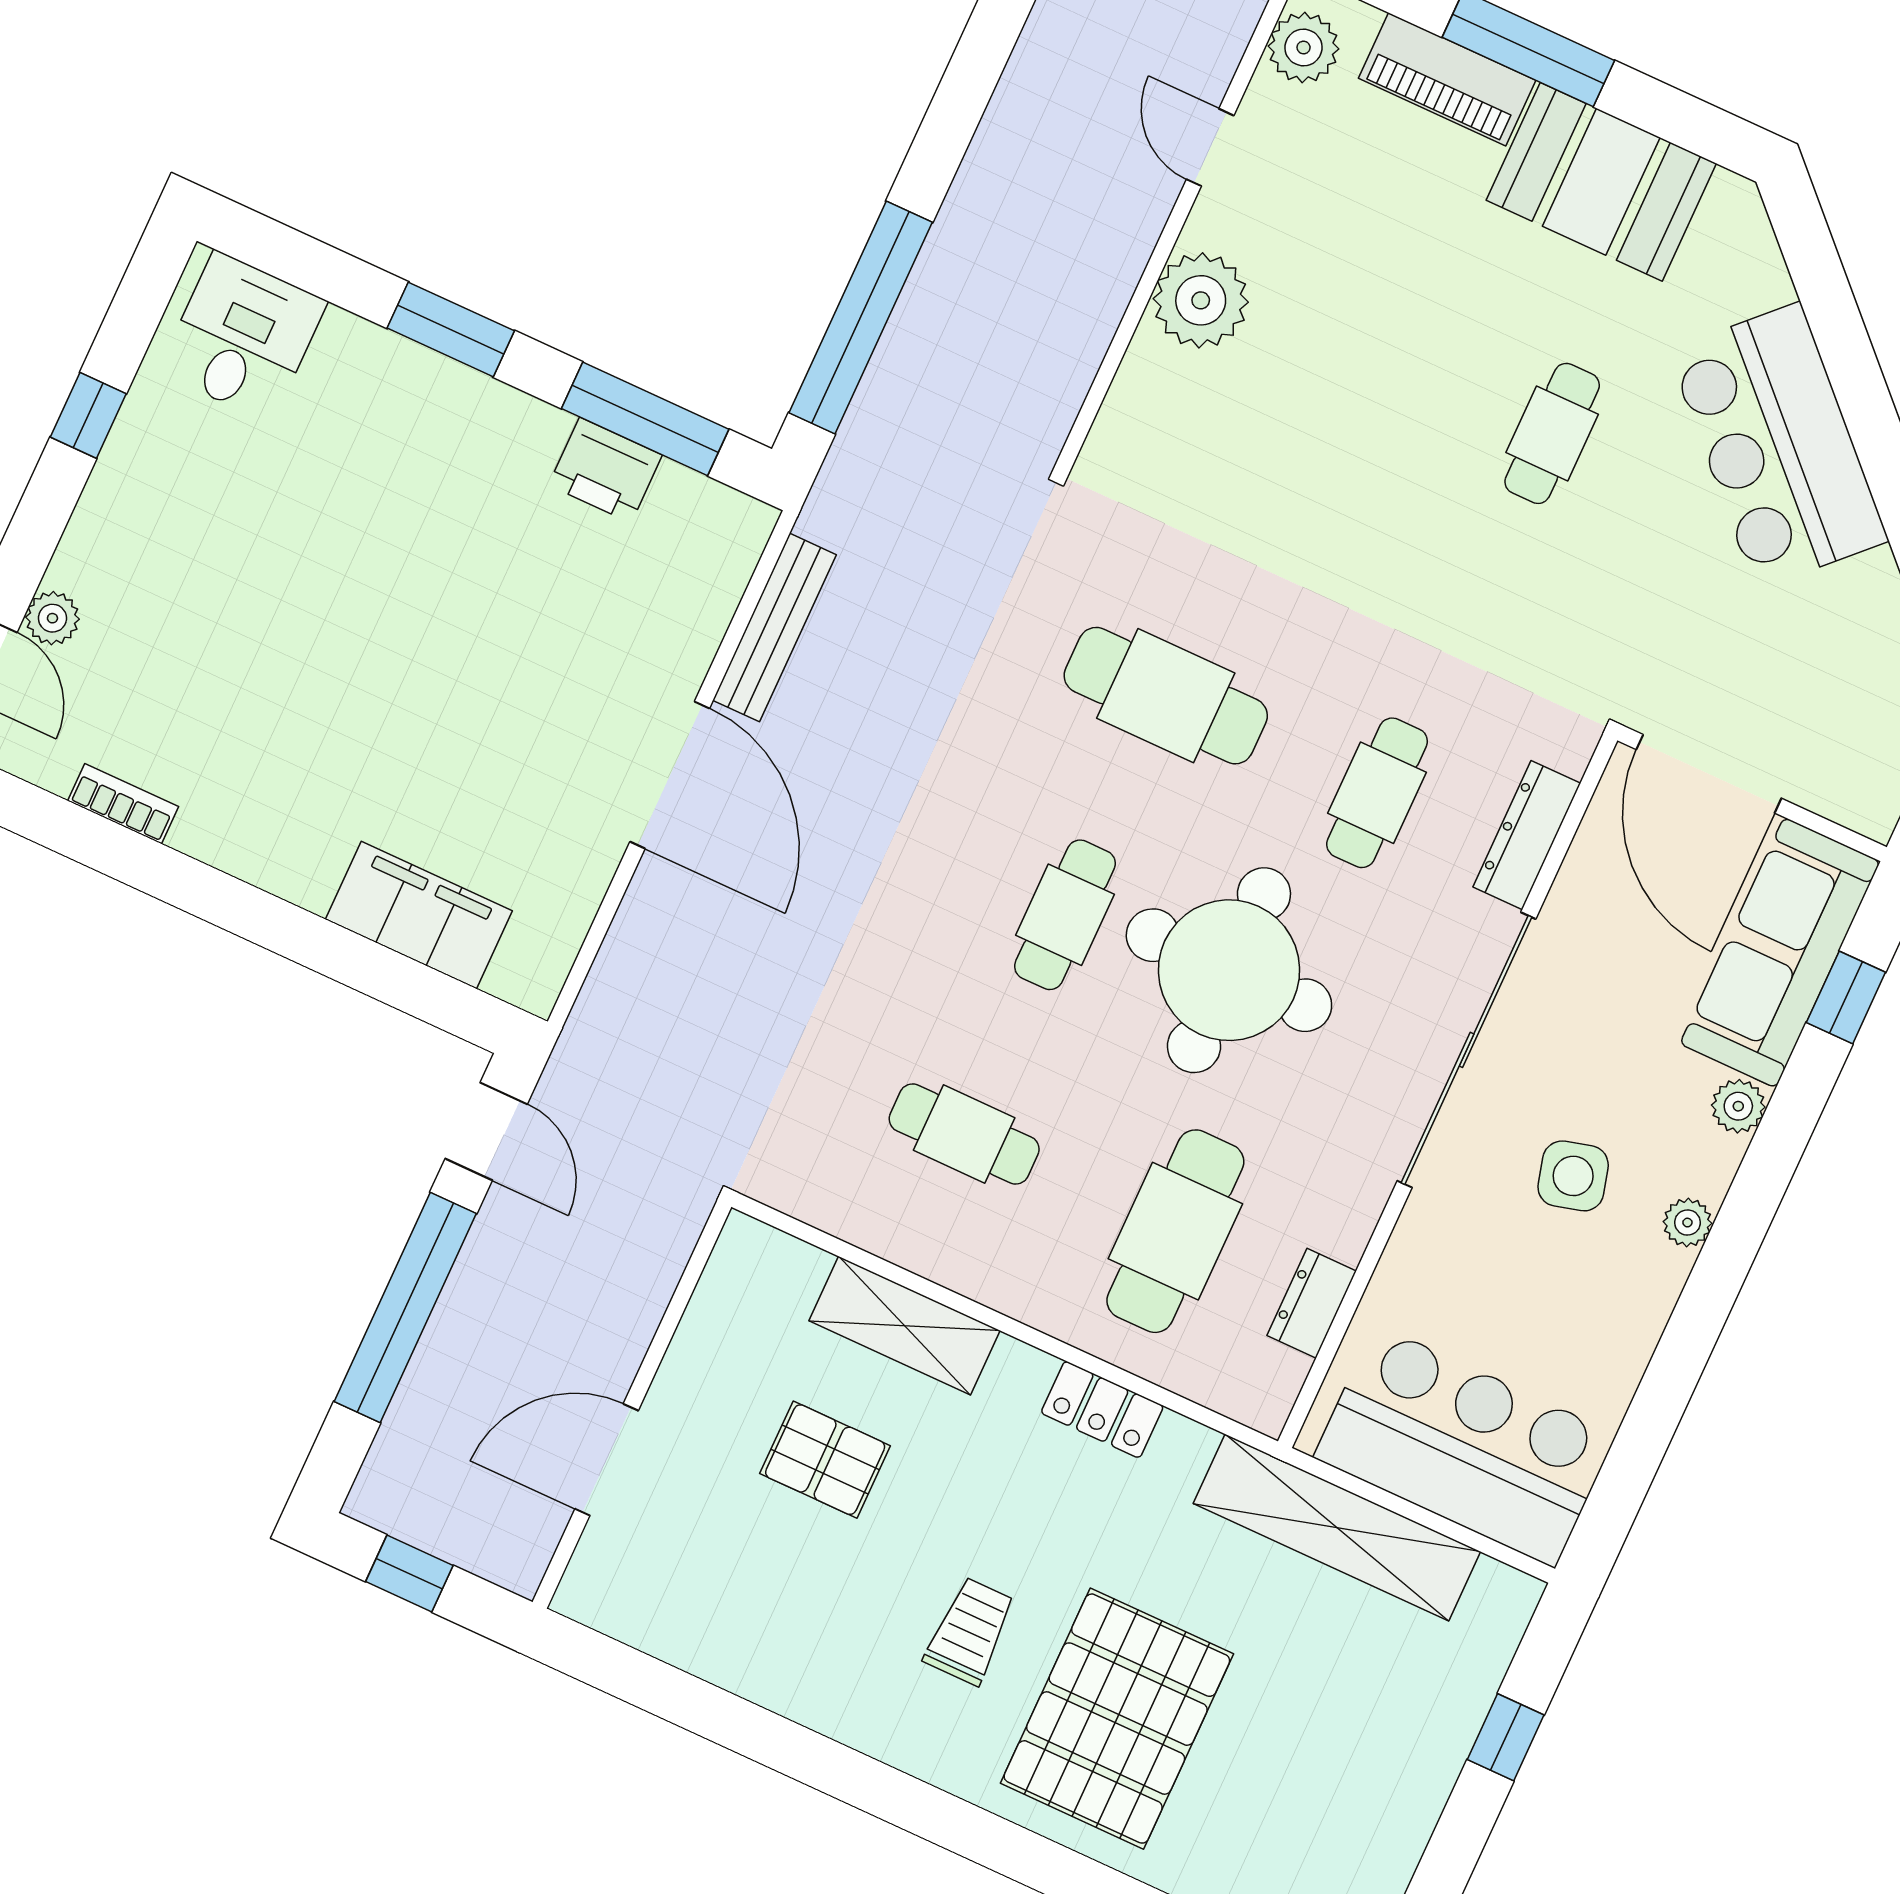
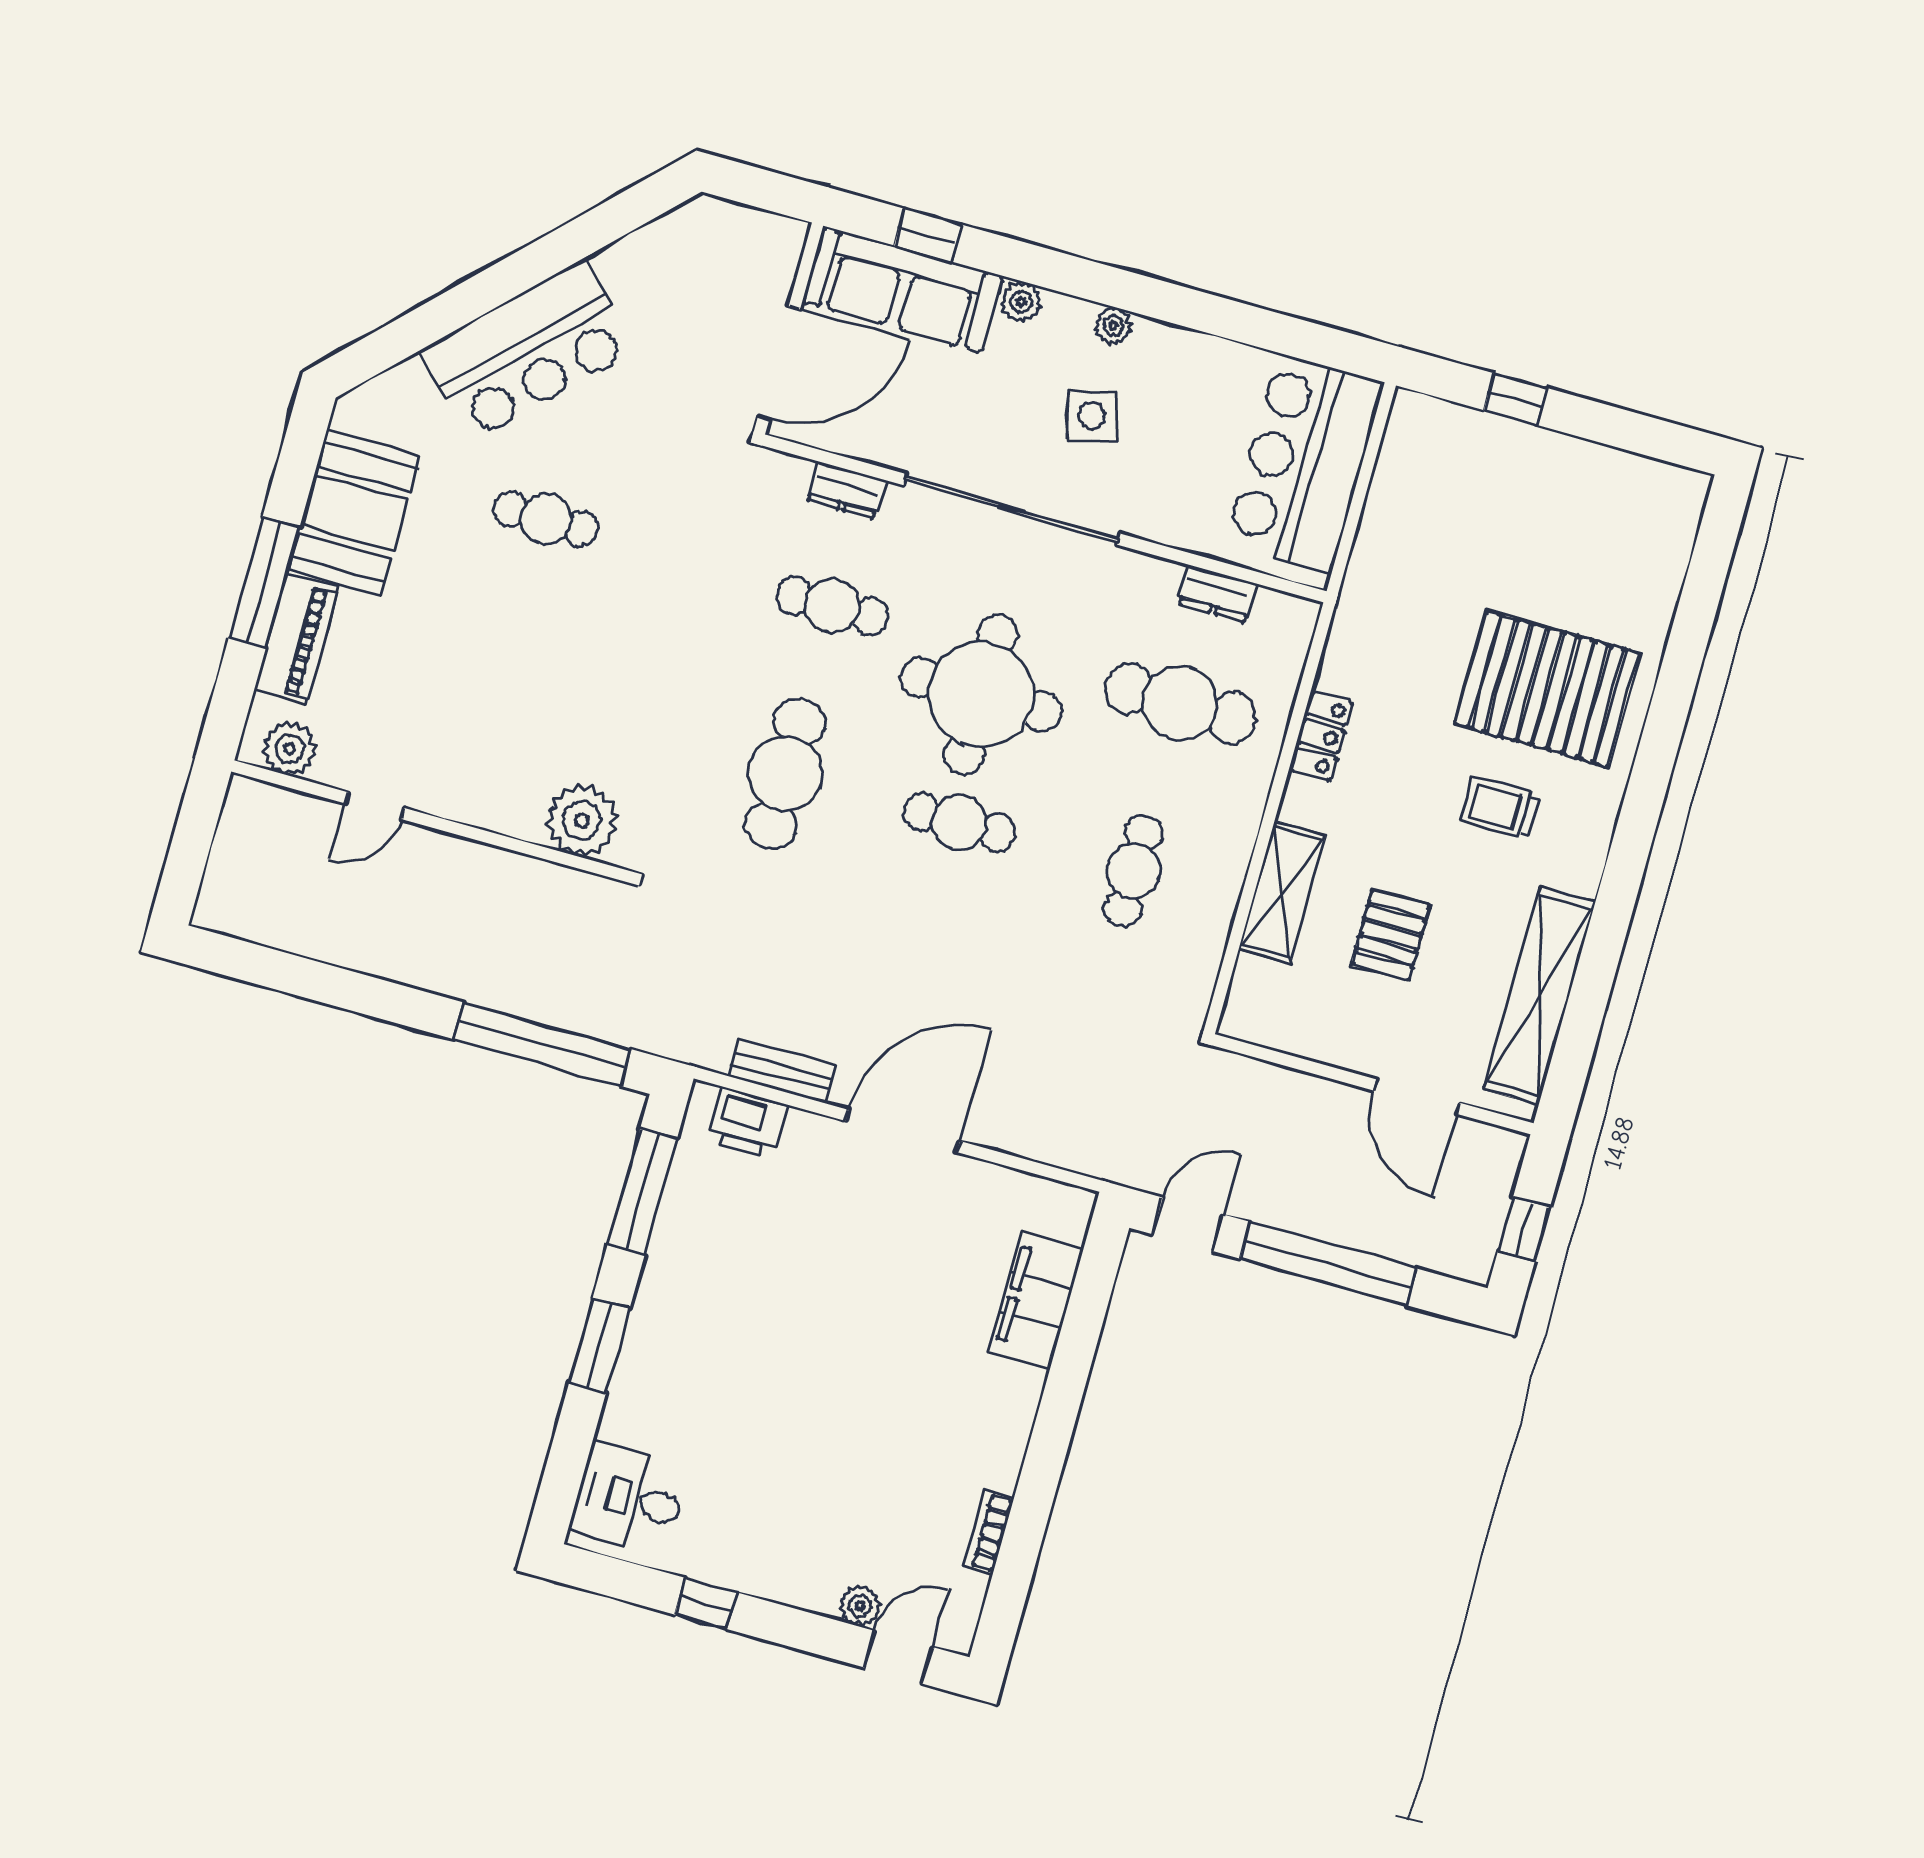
plant: (1201, 300) -> (582, 821), moved
printer: (605, 470) -> (747, 1123), moved, turned 90
bench: (774, 627) -> (781, 1071), width x0.73
dresser: (1527, 835) -> (846, 490), width x0.70
shelving: (1337, 1528) -> (1540, 996), moved

